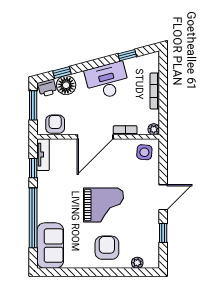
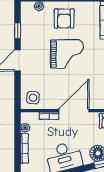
plant: (154, 129) -> (25, 128), moved
grand piano: (104, 205) -> (67, 54), turned 180

